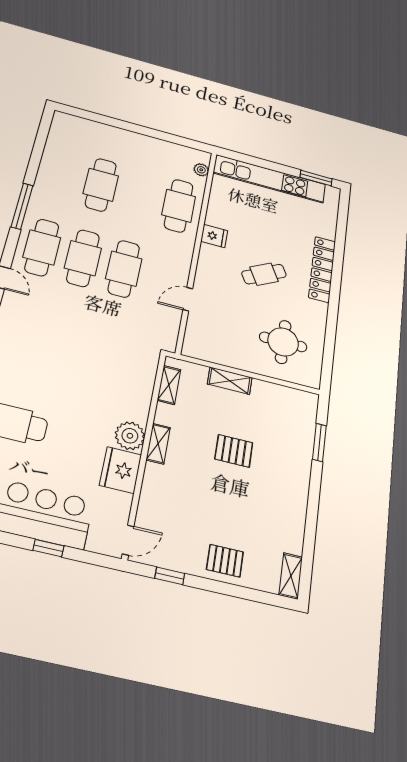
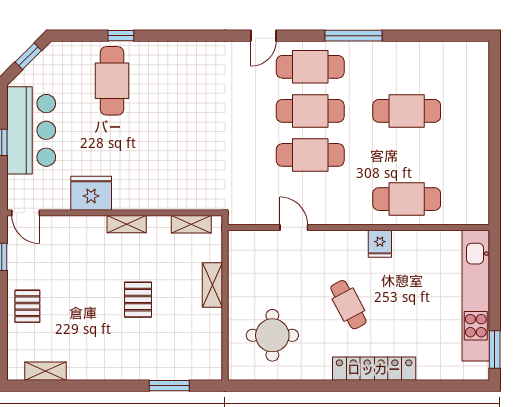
plant: (201, 170) -> (462, 216), removed
plant: (130, 436) -> (128, 196), removed
shelving: (291, 576) -> (45, 371), moved

